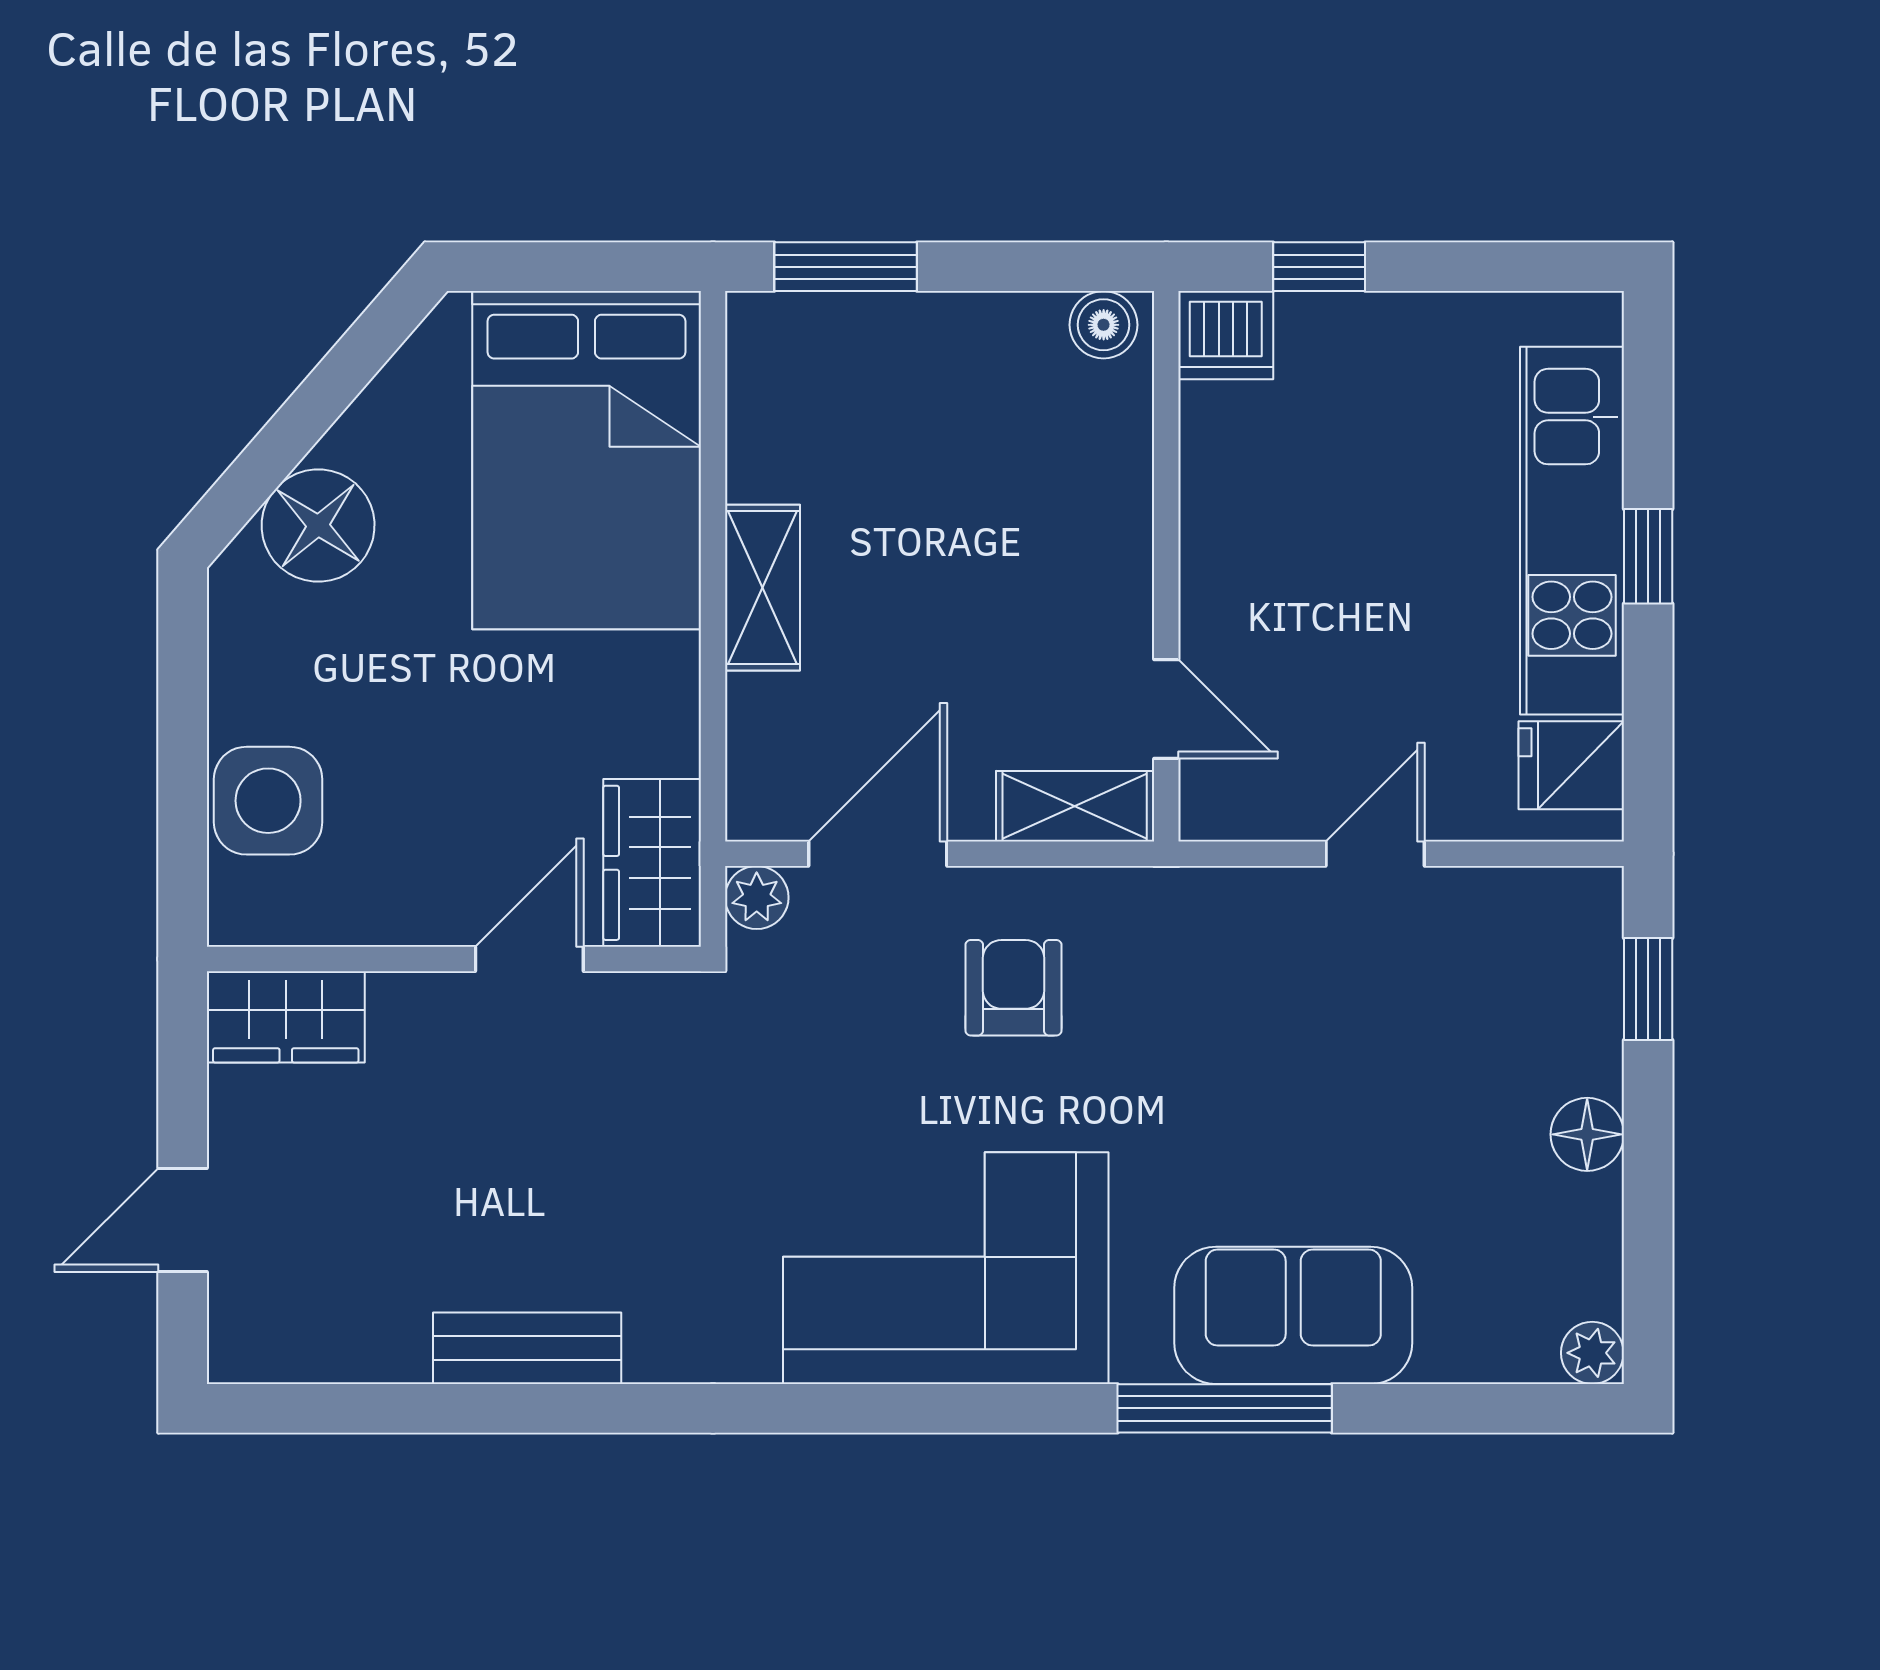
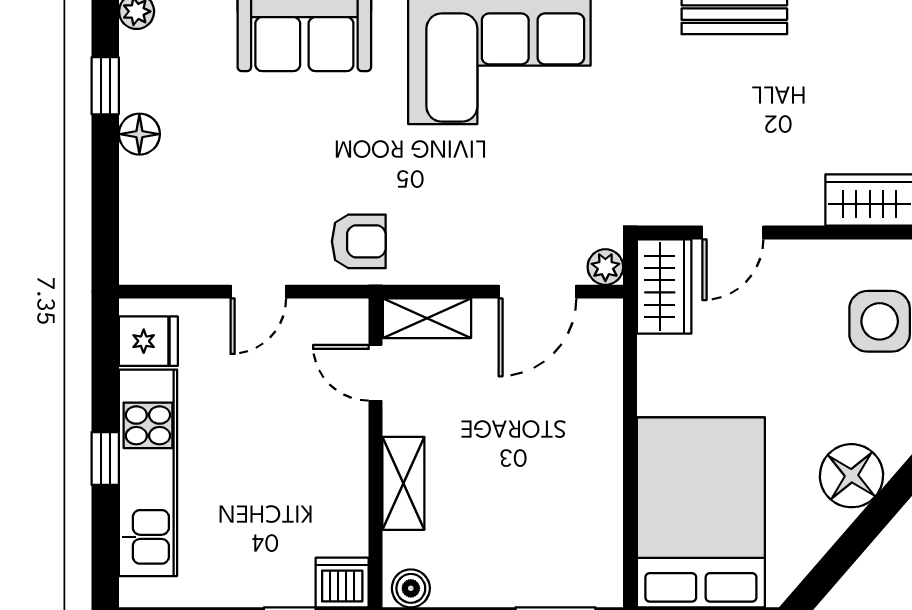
shelving: (762, 588) -> (403, 483), moved
armchair: (1013, 988) -> (359, 241), moved, turned -90
window: (1648, 989) -> (105, 86), moved

